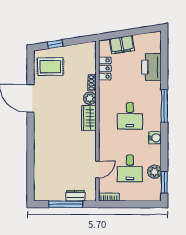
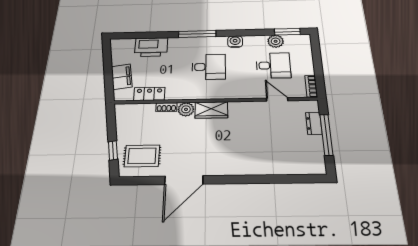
rug: (50, 67) -> (142, 156), turned 90

